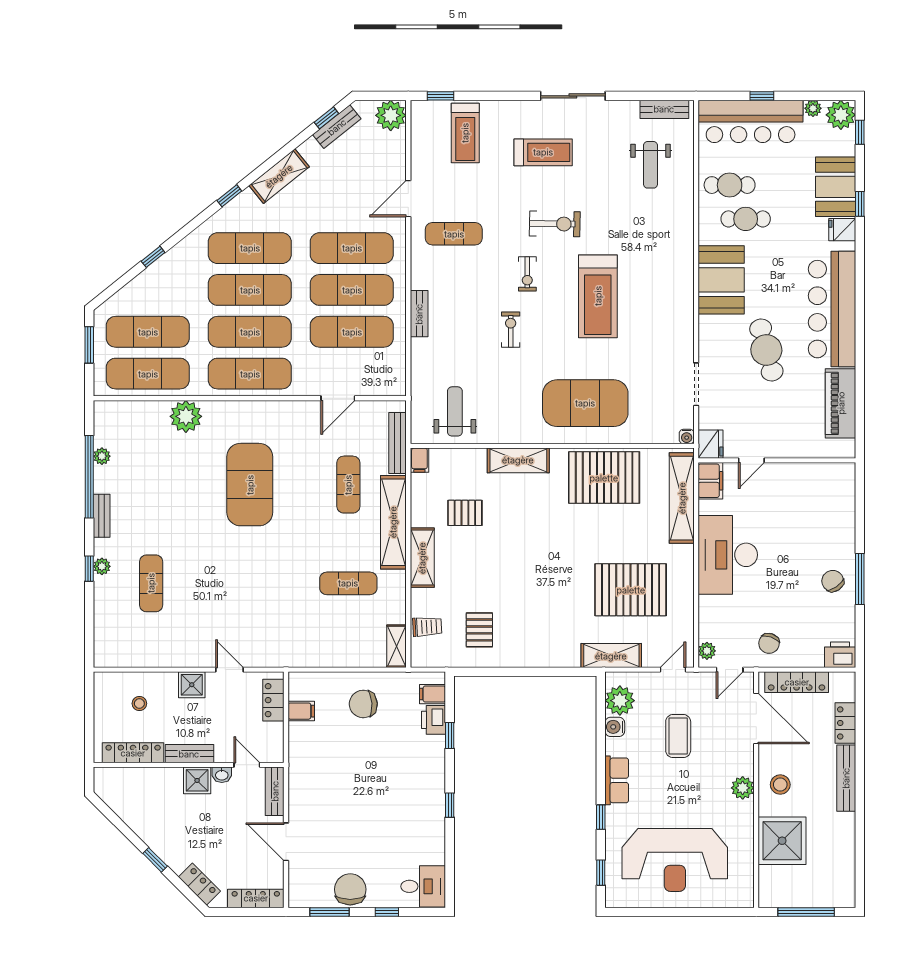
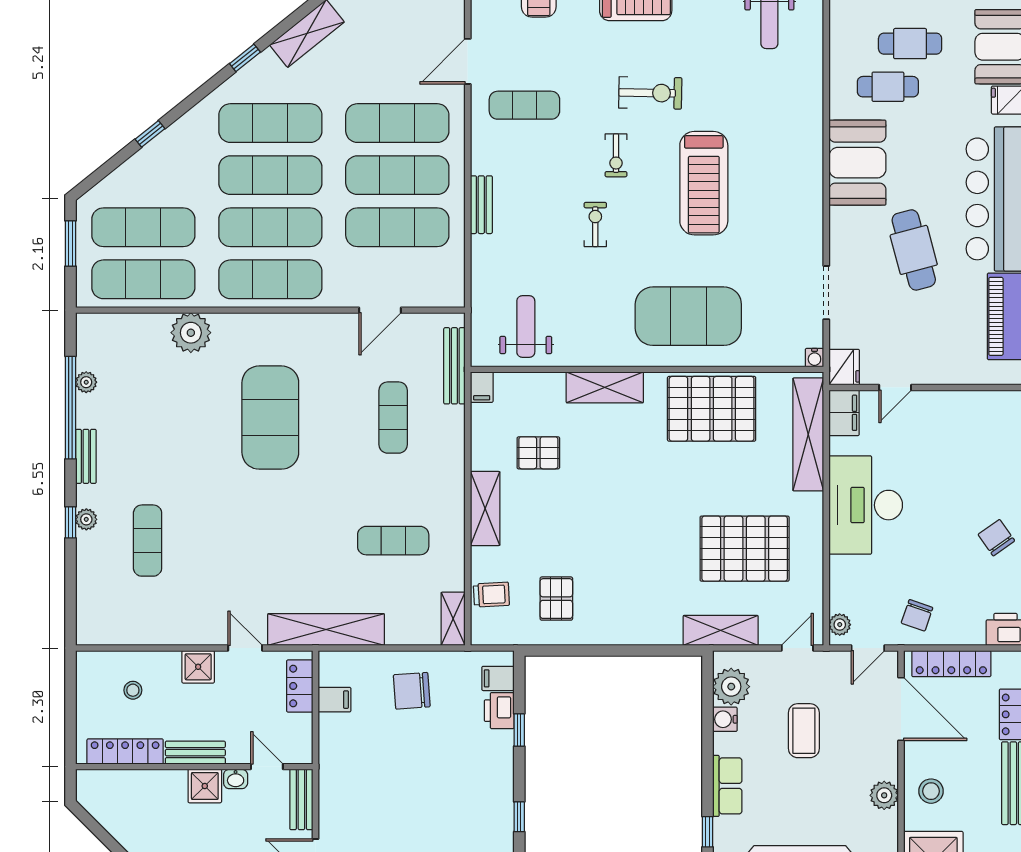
cafe table: (730, 185) -> (910, 44), moved
shelving: (393, 522) -> (326, 630), moved, turned 90

